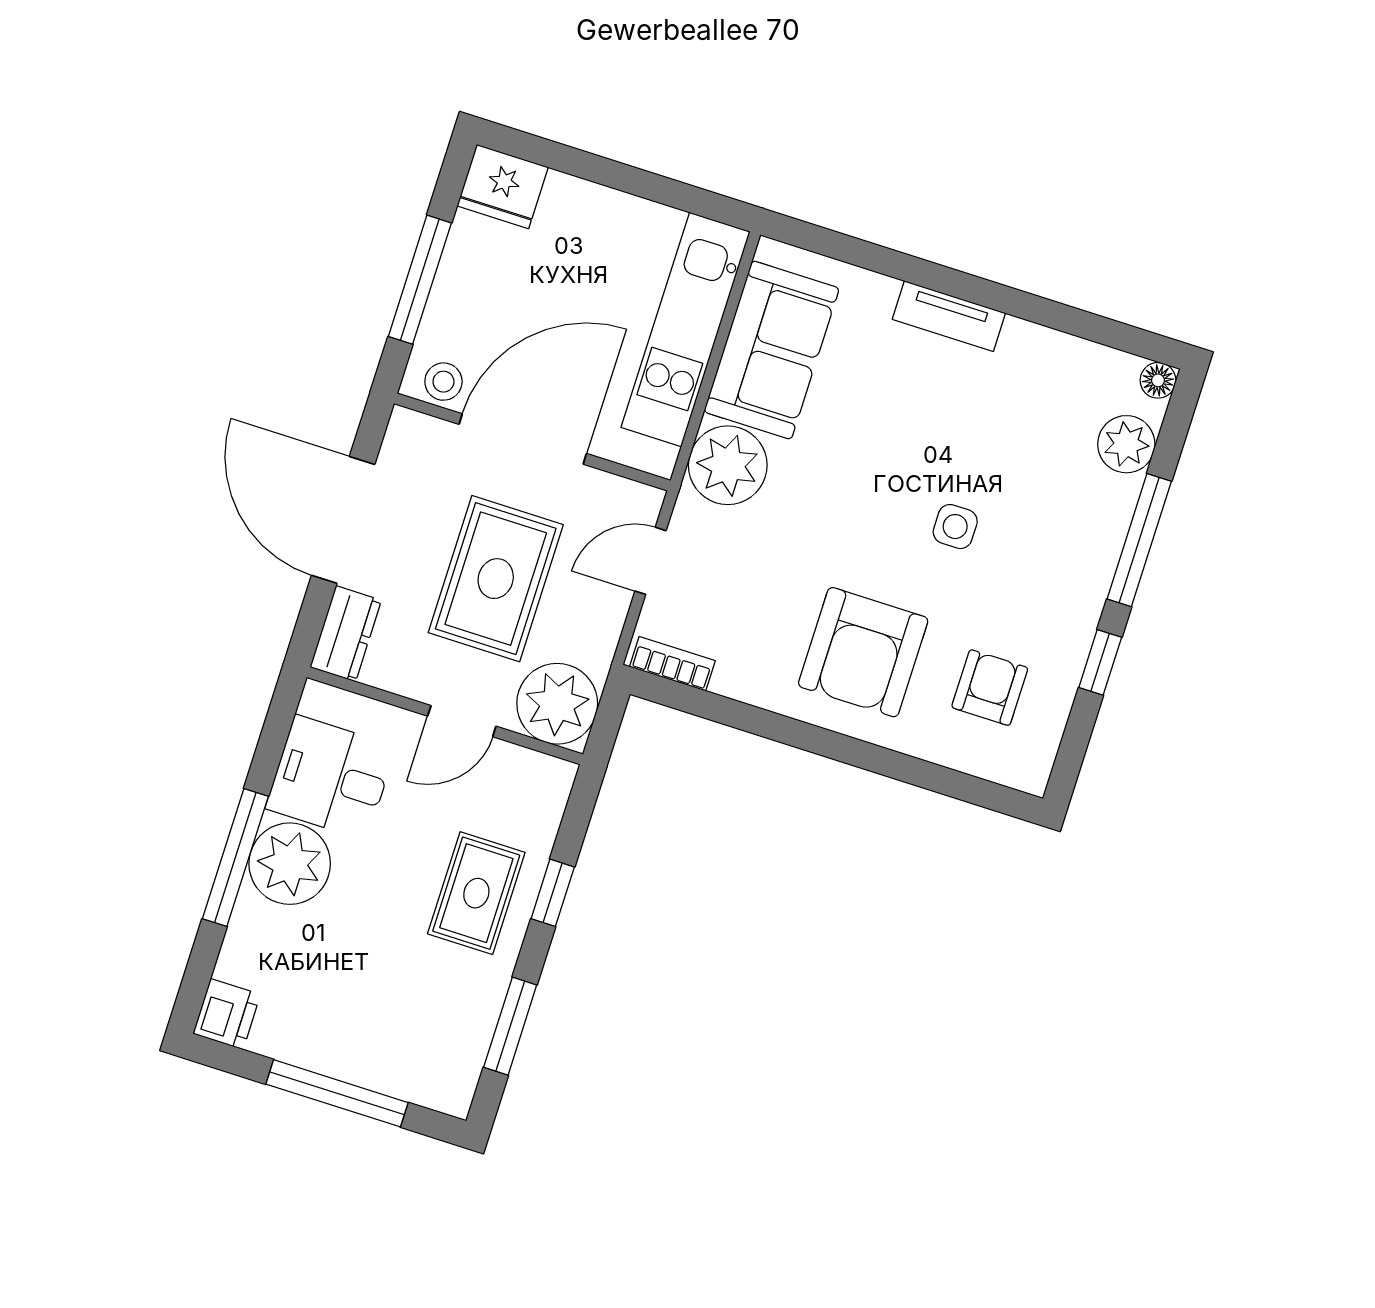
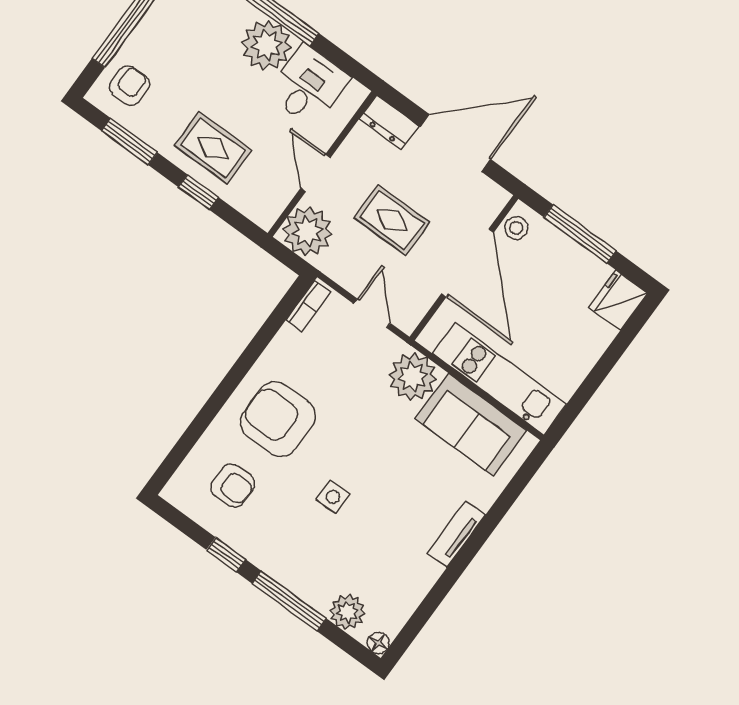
rug: (496, 579) -> (392, 220), width x0.73, depth x0.70
armchair: (423, 1055) -> (129, 86), added

